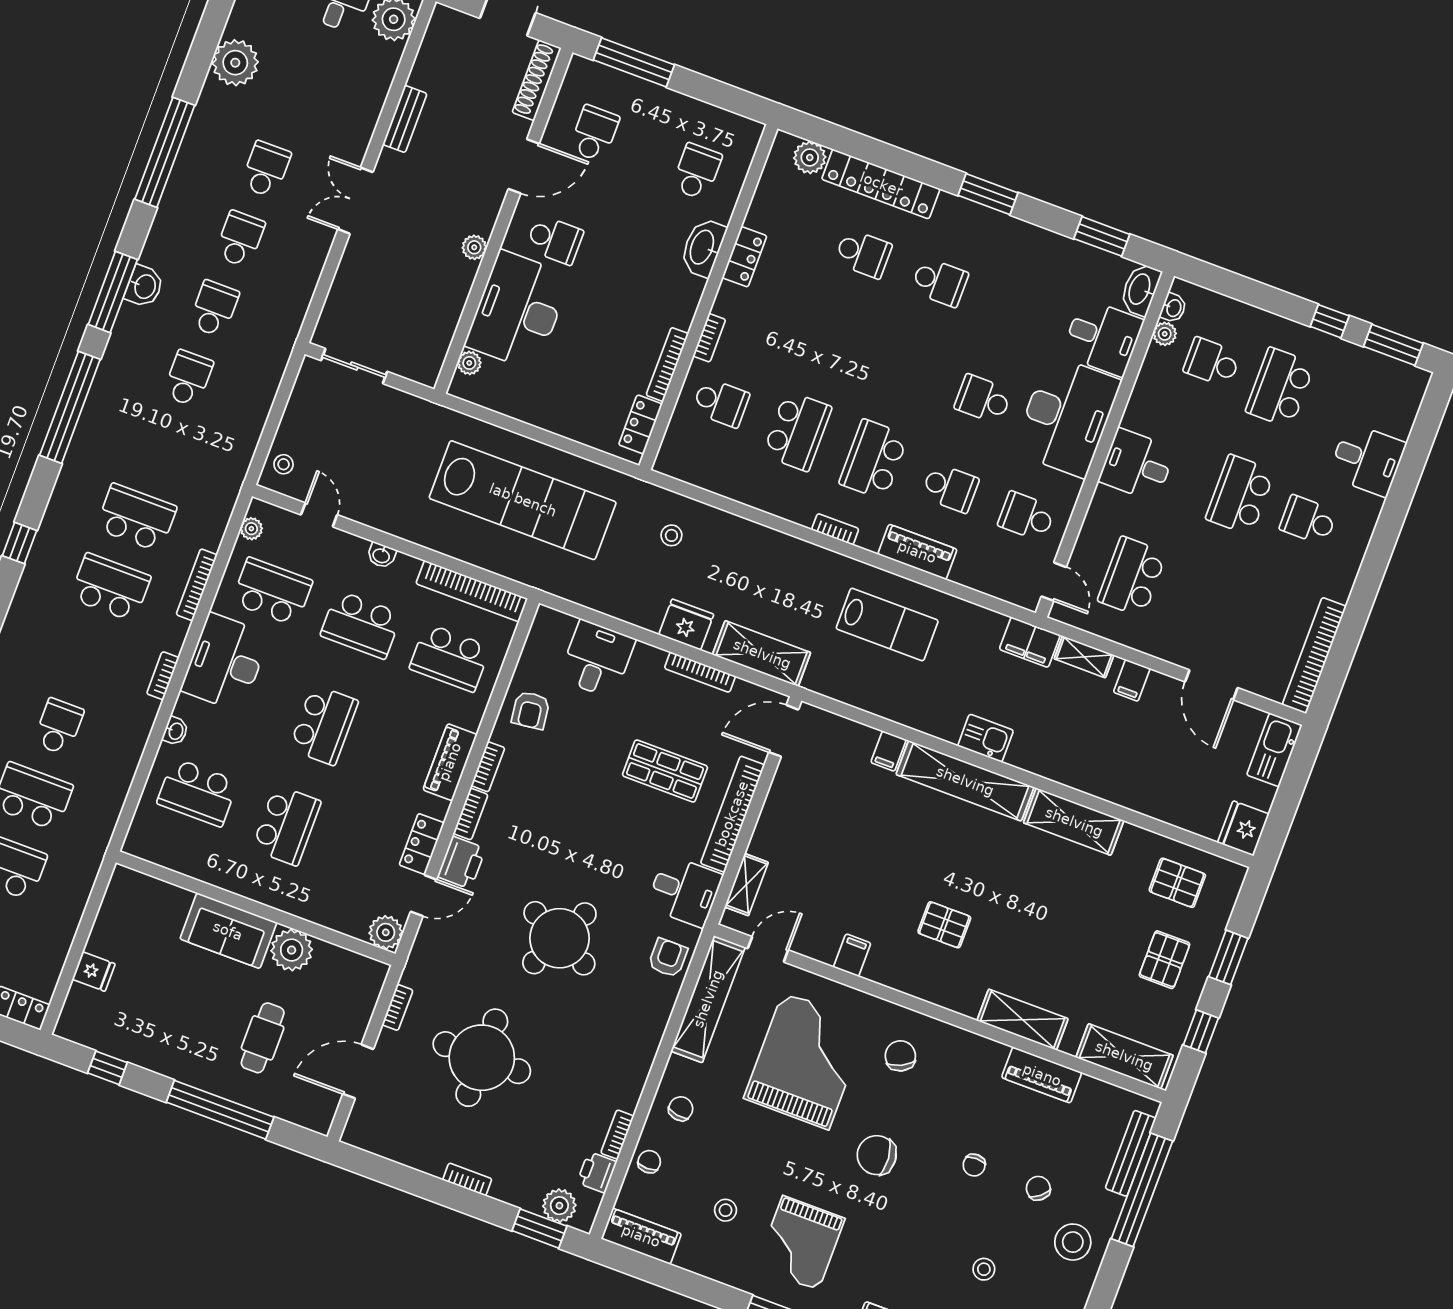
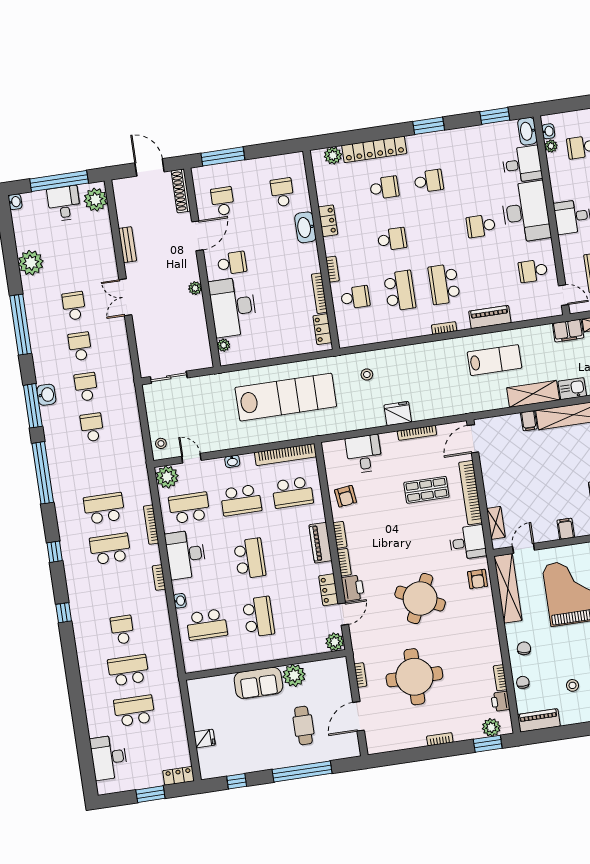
school desk: (950, 488) -> (392, 239), moved
plant: (251, 529) -> (167, 477), width x1.88, depth x1.88
shelving: (762, 654) -> (533, 394), moved
armchair: (668, 958) -> (478, 579), turned 180

